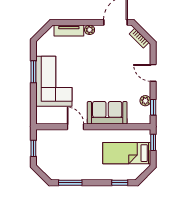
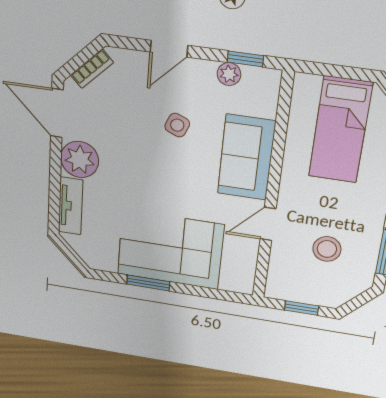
plant: (90, 30) -> (80, 159), width x1.87, depth x1.87
side table: (118, 79) -> (177, 125), added
window: (153, 142) -> (325, 70), removed
stool: (67, 156) -> (327, 249), added

